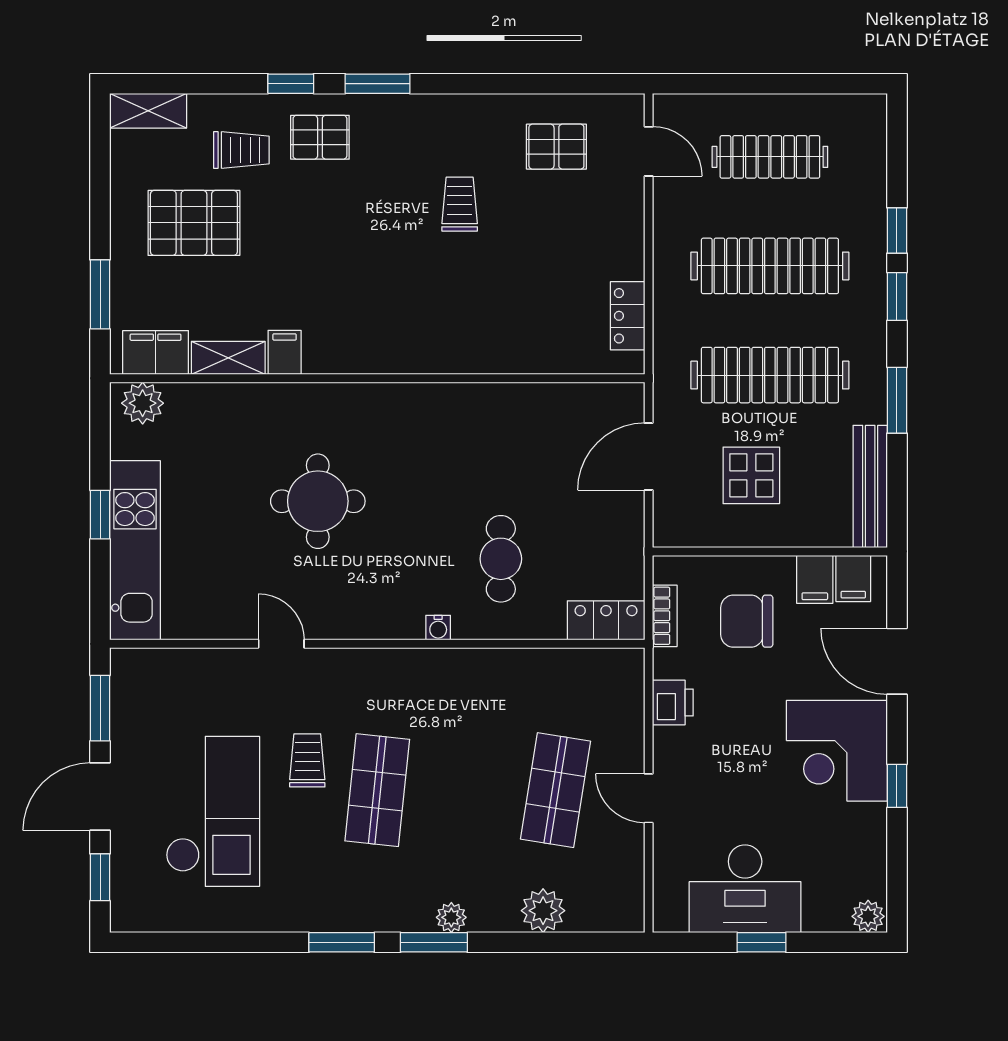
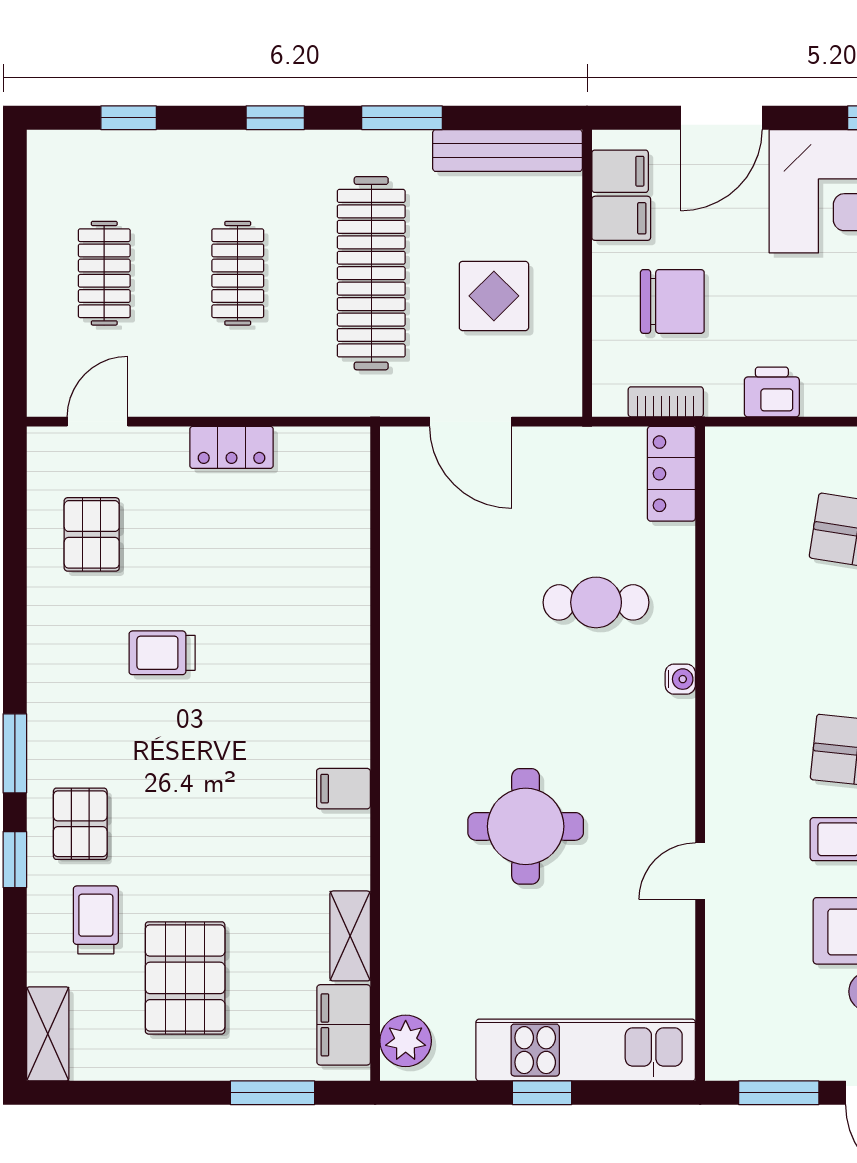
clothes rail: (770, 157) -> (104, 273), width x0.73
window: (897, 231) -> (129, 118), moved
clothes rail: (770, 266) -> (238, 273), width x0.54, depth x0.76
locker: (628, 316) -> (232, 447), moved
filing cabinet: (285, 352) -> (343, 789), moved
chair: (747, 621) -> (672, 301), turned -90

